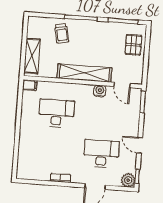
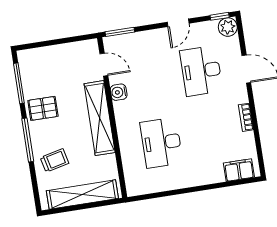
pallet: (133, 45) -> (43, 108), moved
shelving: (32, 56) -> (82, 195), width x1.47
filing cabinet: (30, 85) -> (239, 170), moved, width x2.00
door: (122, 85) -> (104, 65), hinge flipped

